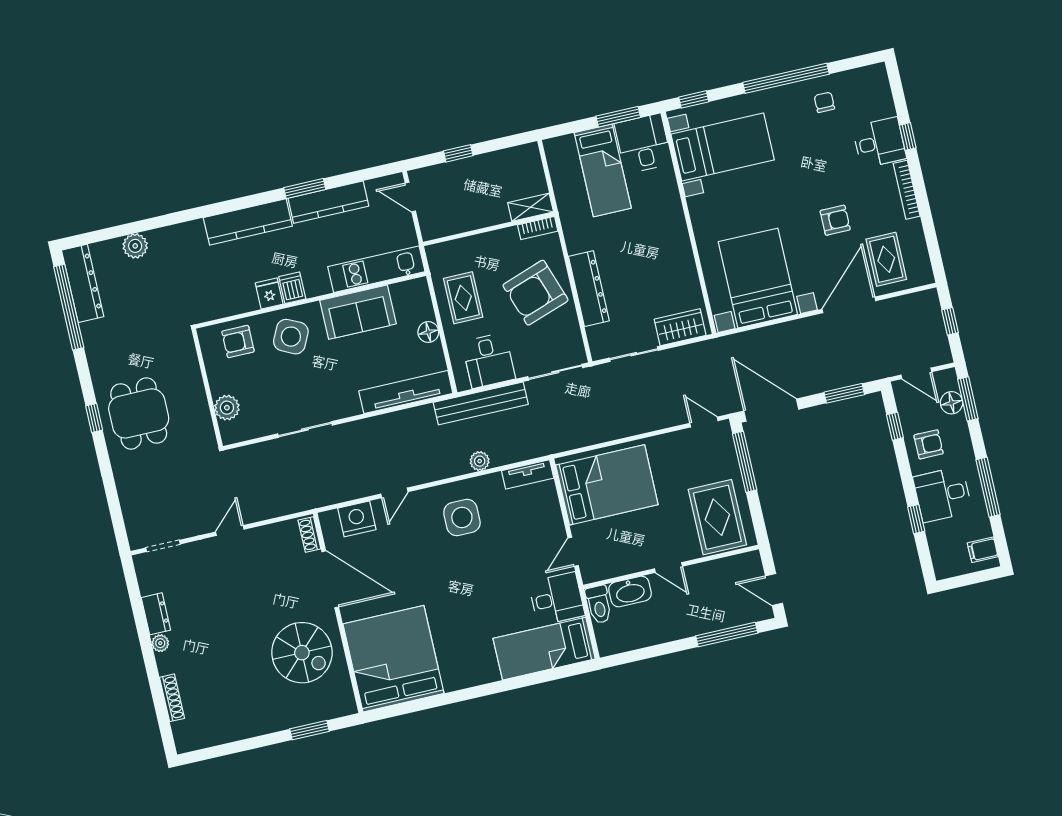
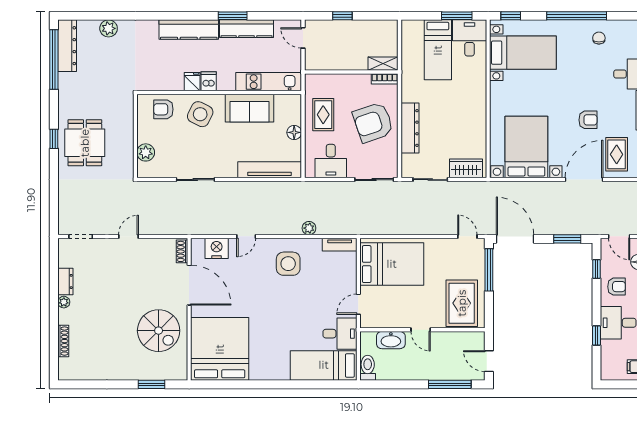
bench: (481, 403) -> (319, 189), removed
toilet: (599, 604) -> (368, 368), moved, turned 180

